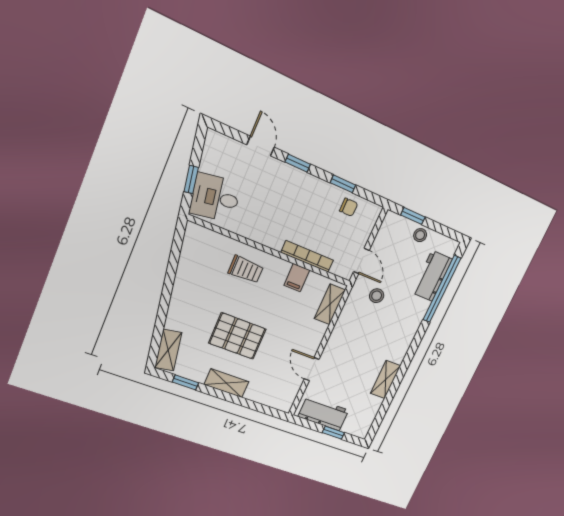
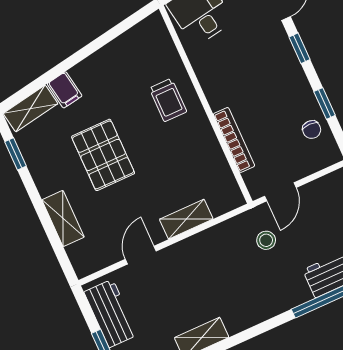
filing cabinet: (297, 278) -> (65, 90), moved, turned -100
shelving: (330, 304) -> (186, 219), moved
shelving: (226, 383) -> (63, 218), moved

